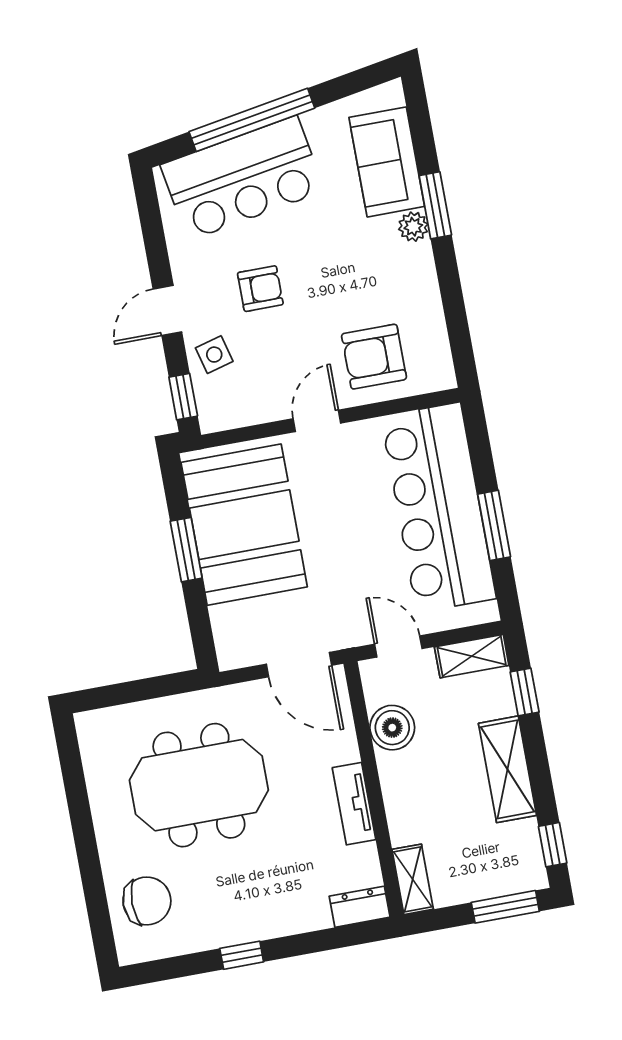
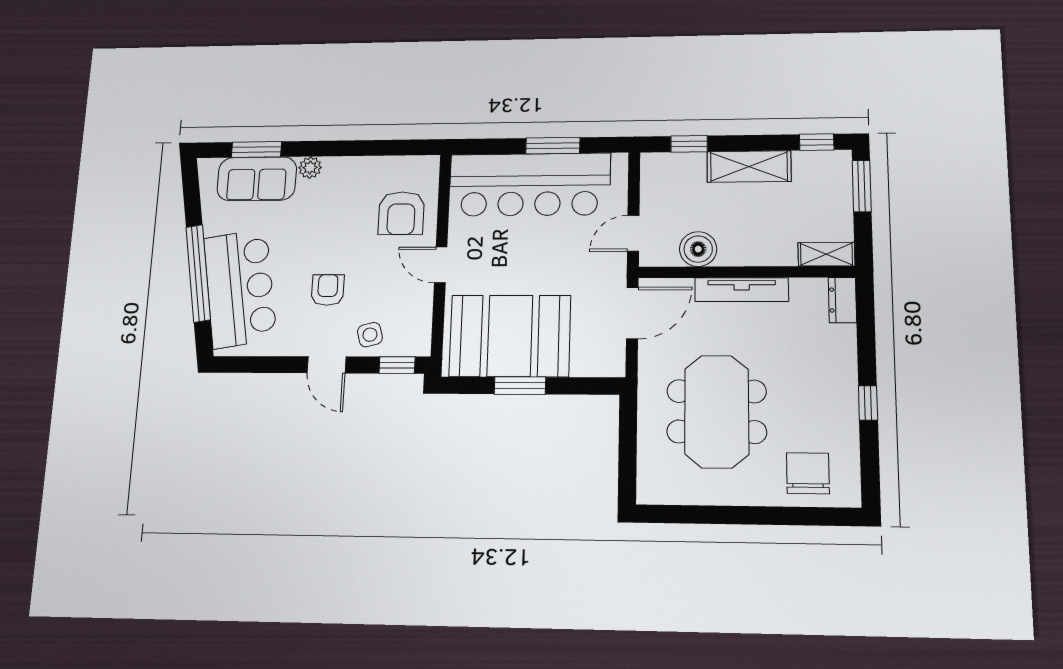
window: (435, 205) -> (256, 149), moved
shelving: (472, 656) -> (652, 179), removed
tv unit: (354, 804) -> (742, 290), width x1.41

